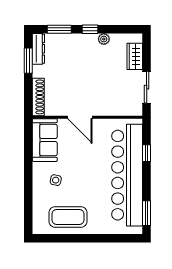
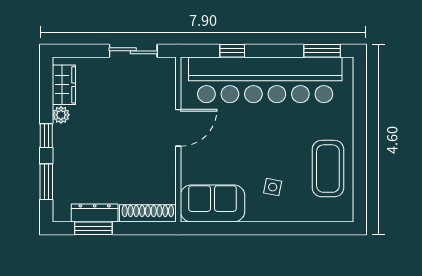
dresser: (38, 49) -> (95, 213), moved
wardrobe: (135, 56) -> (64, 85), moved, turned -90
door: (80, 117) -> (178, 128), moved

